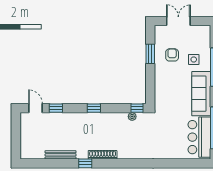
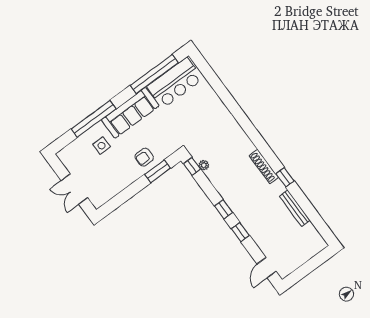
window: (150, 54) -> (158, 171), moved
armchair: (172, 55) -> (144, 157), moved
window: (56, 108) -> (240, 232), moved

